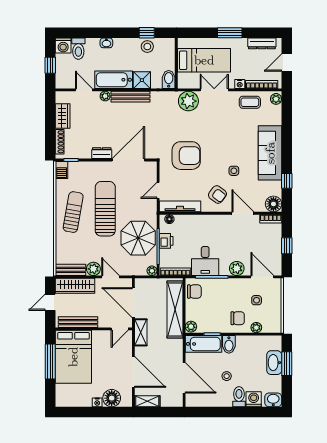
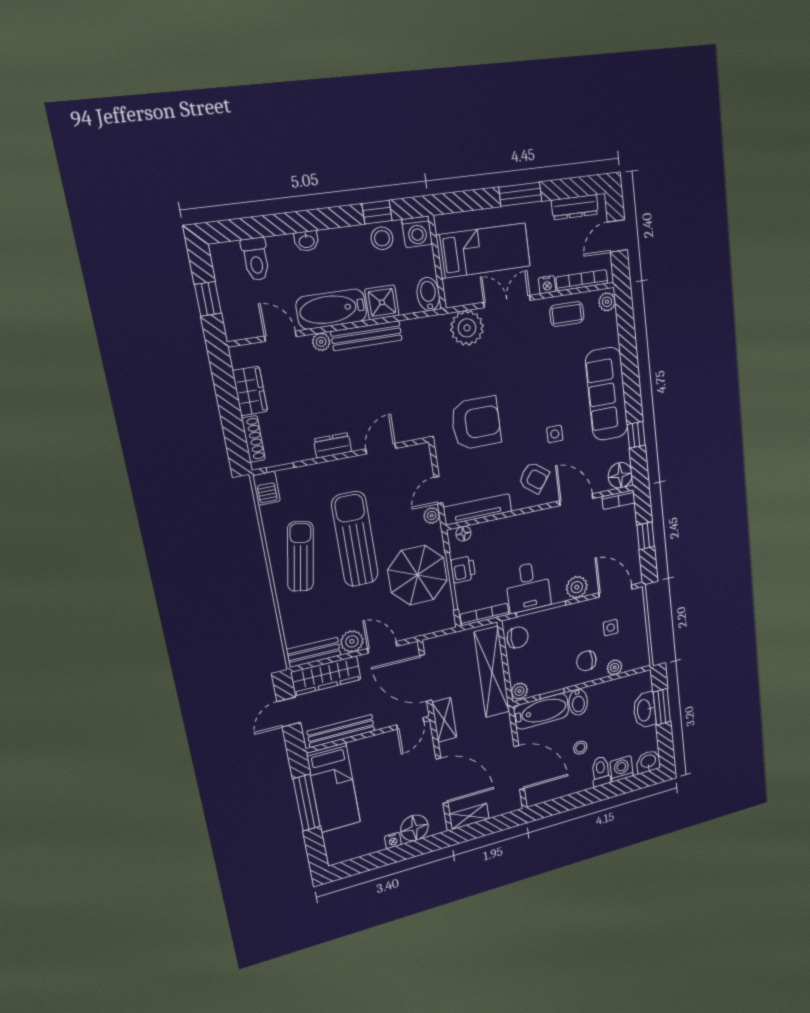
washing machine: (63, 46) -> (417, 232), moved
door: (128, 160) -> (381, 449), width x0.53
plant: (152, 271) -> (432, 516), moved
chair: (238, 318) -> (586, 661), turned 180
bed: (73, 357) -> (334, 788), width x0.67

